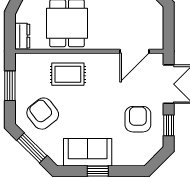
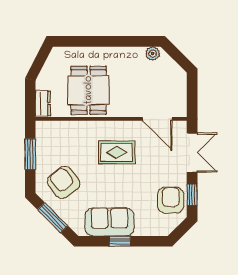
door: (134, 51) -> (157, 119), hinge flipped
rug: (68, 74) -> (117, 152), moved
armchair: (138, 119) -> (171, 200), moved

